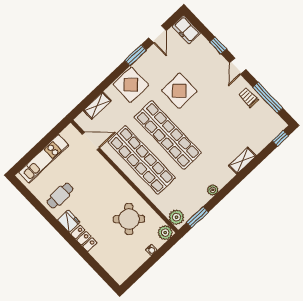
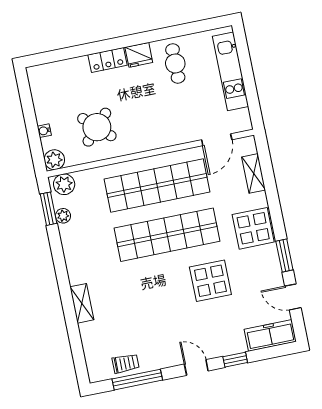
freezer: (186, 30) -> (270, 335), width x1.40
trolley: (248, 97) -> (126, 363), moved
window: (280, 138) -> (80, 364), removed
plant: (213, 190) -> (63, 216), moved

